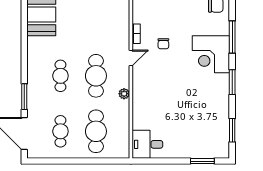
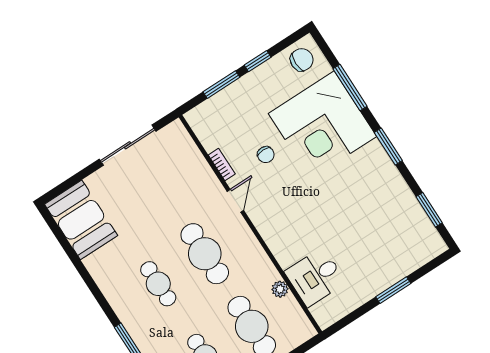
corner desk: (211, 54) -> (323, 125), width x1.36, depth x1.36
plant: (124, 94) -> (280, 289), moved
desk: (147, 144) -> (315, 277), moved
window: (202, 161) -> (393, 290), moved

